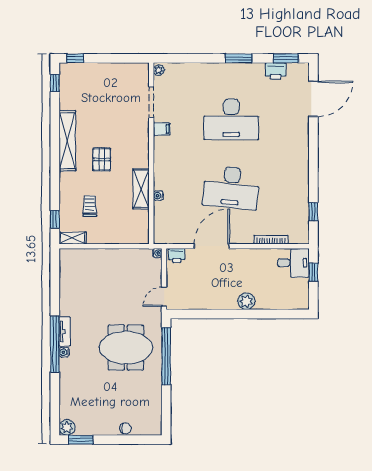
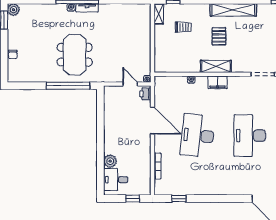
filing cabinet: (162, 129) -> (218, 82), moved, width x2.00
pallet: (102, 159) -> (219, 36), turned 90
shelving: (141, 189) -> (216, 66), moved
desk: (293, 263) -> (116, 180), moved, turned 90
door: (164, 297) -> (130, 84), moved
plant: (246, 301) -> (110, 161), moved

